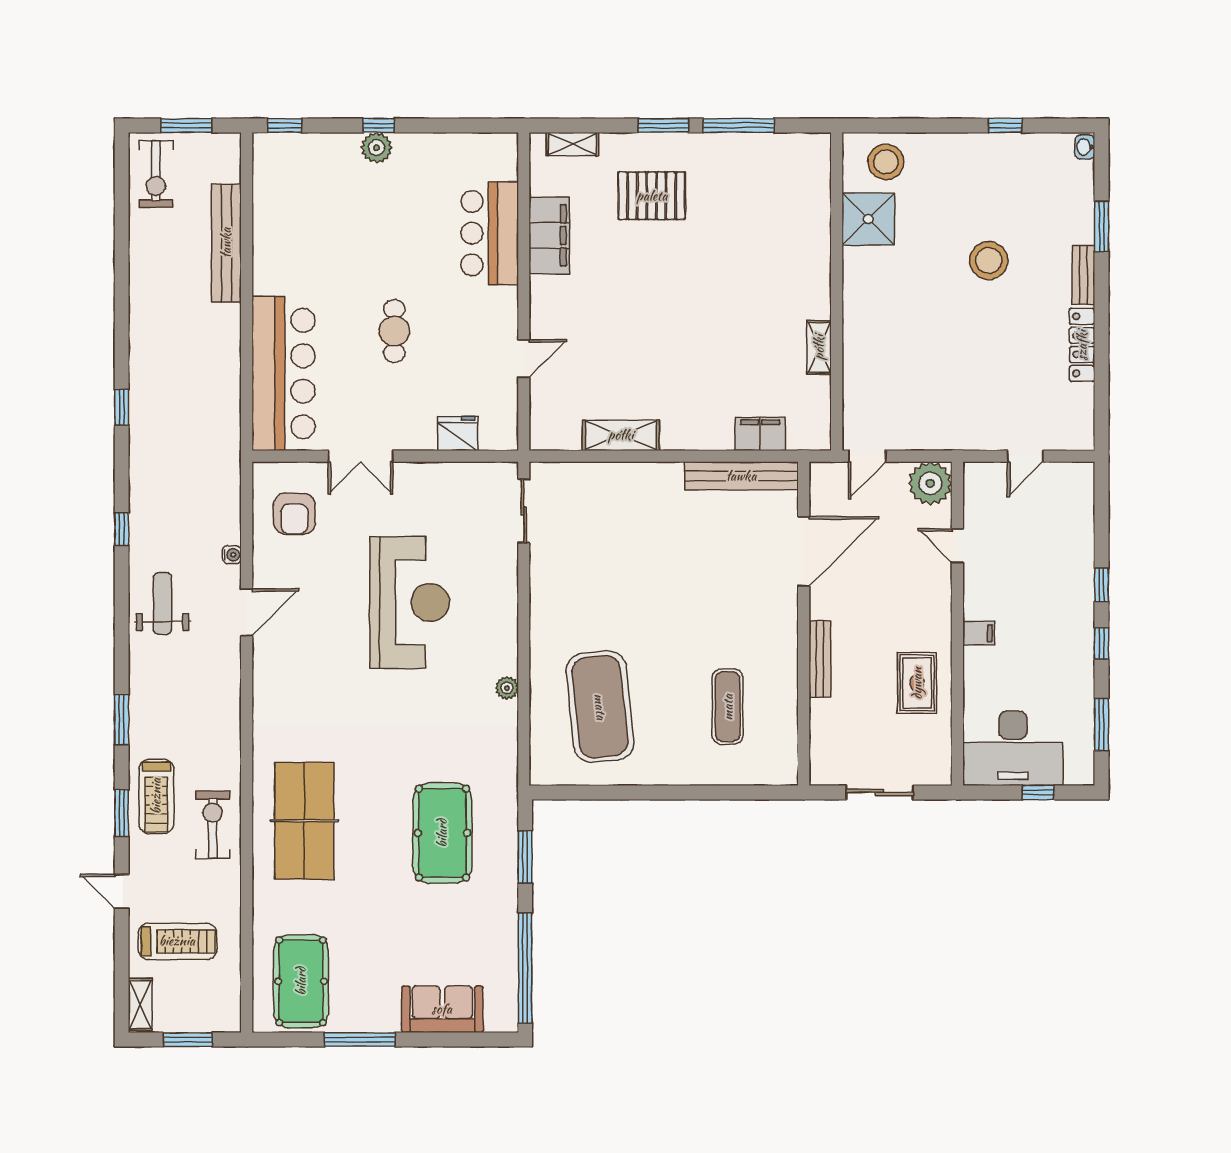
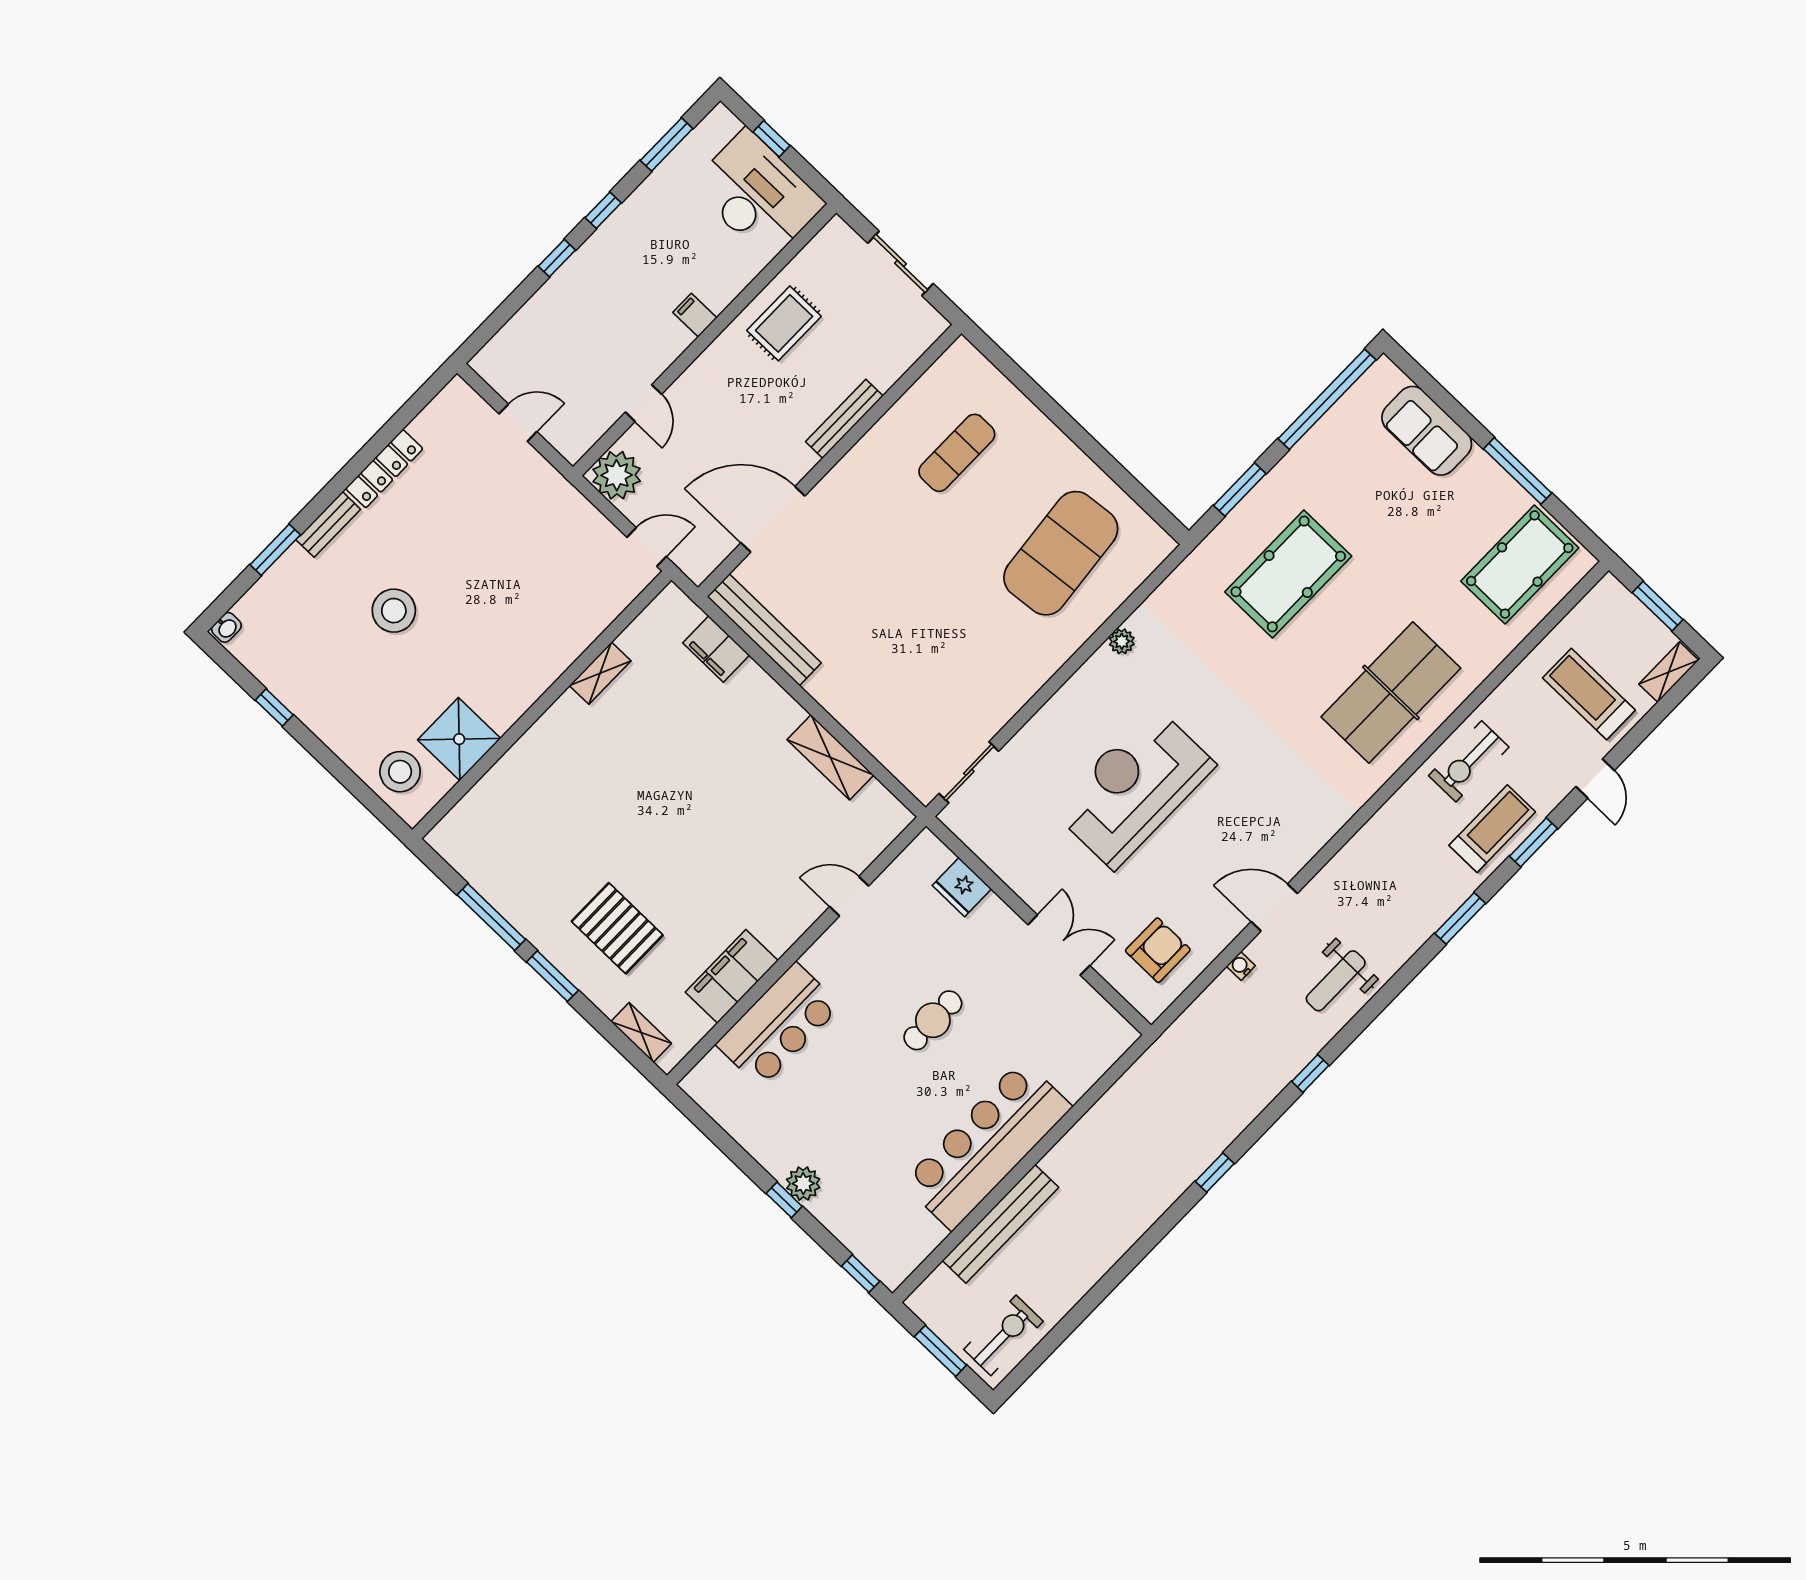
bar counter: (283, 373) -> (987, 1145), moved

